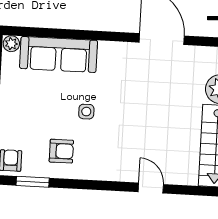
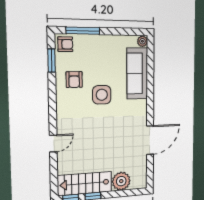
side table: (86, 112) -> (102, 95), width x1.87, depth x1.87

